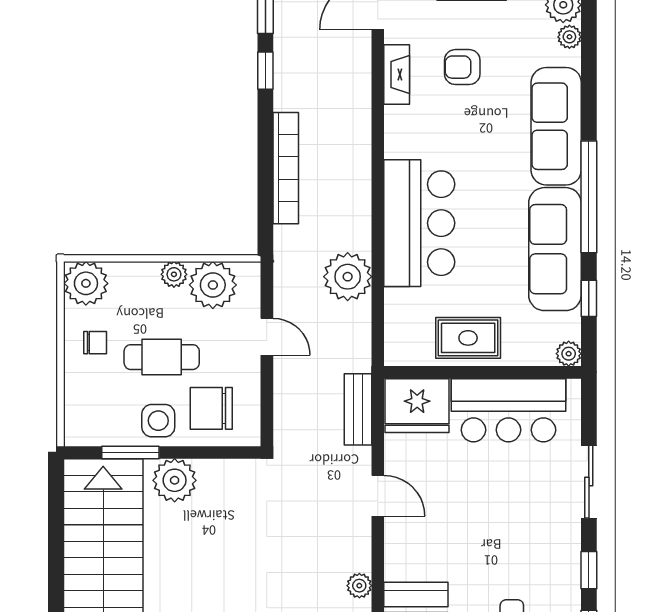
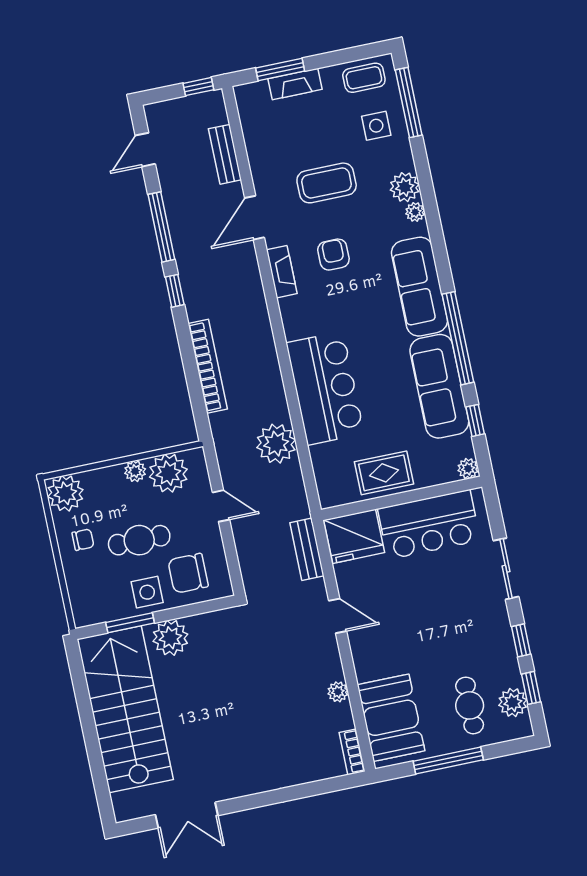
armchair: (462, 67) -> (333, 255), turned 90

